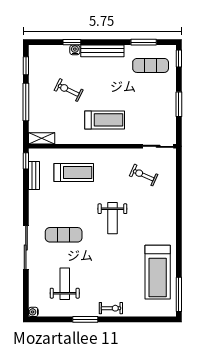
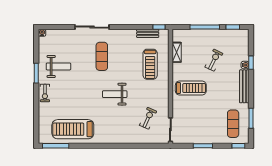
treadmill: (105, 120) -> (191, 88), turned -90
shelving: (42, 138) -> (177, 52), moved
weight bench: (65, 284) -> (58, 66), moved

